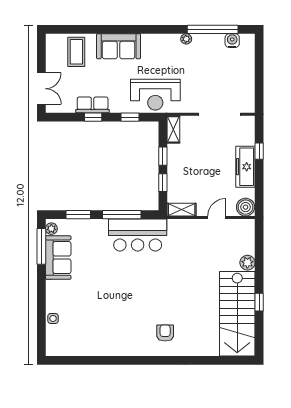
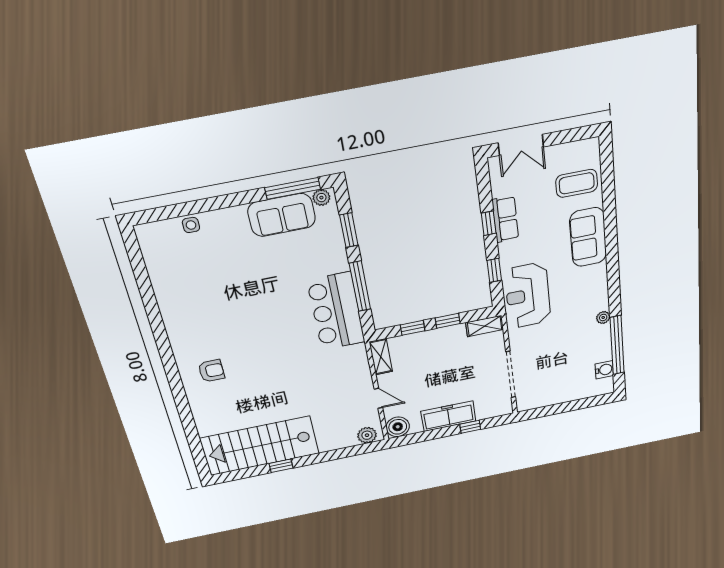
plant: (247, 263) -> (367, 435), moved

